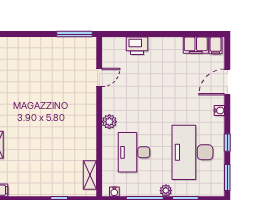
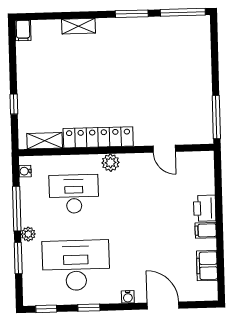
filing cabinet: (216, 45) -> (206, 230), moved
printer: (137, 46) -> (205, 208), moved
locker: (88, 131) -> (98, 137), added
window: (227, 177) -> (46, 309), width x0.67

